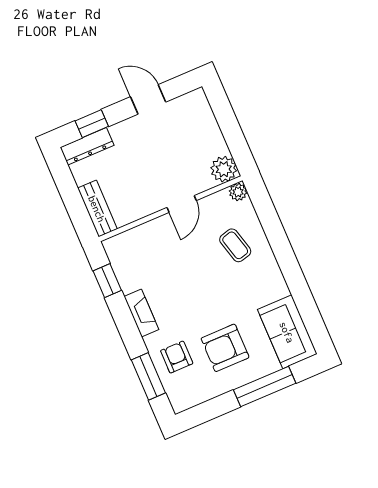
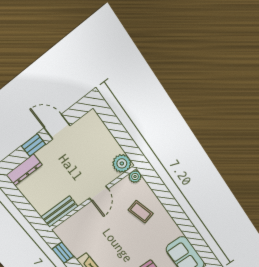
window: (92, 124) -> (33, 145), moved
bench: (97, 209) -> (59, 212), moved, turned 90

